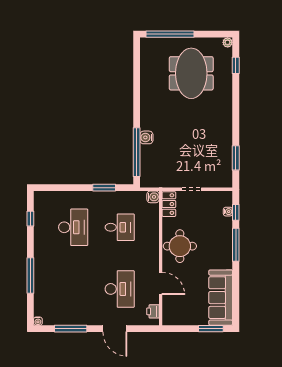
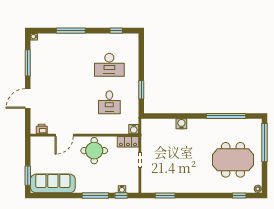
window: (137, 152) -> (226, 116), moved
desk: (120, 289) -> (60, 102), removed

